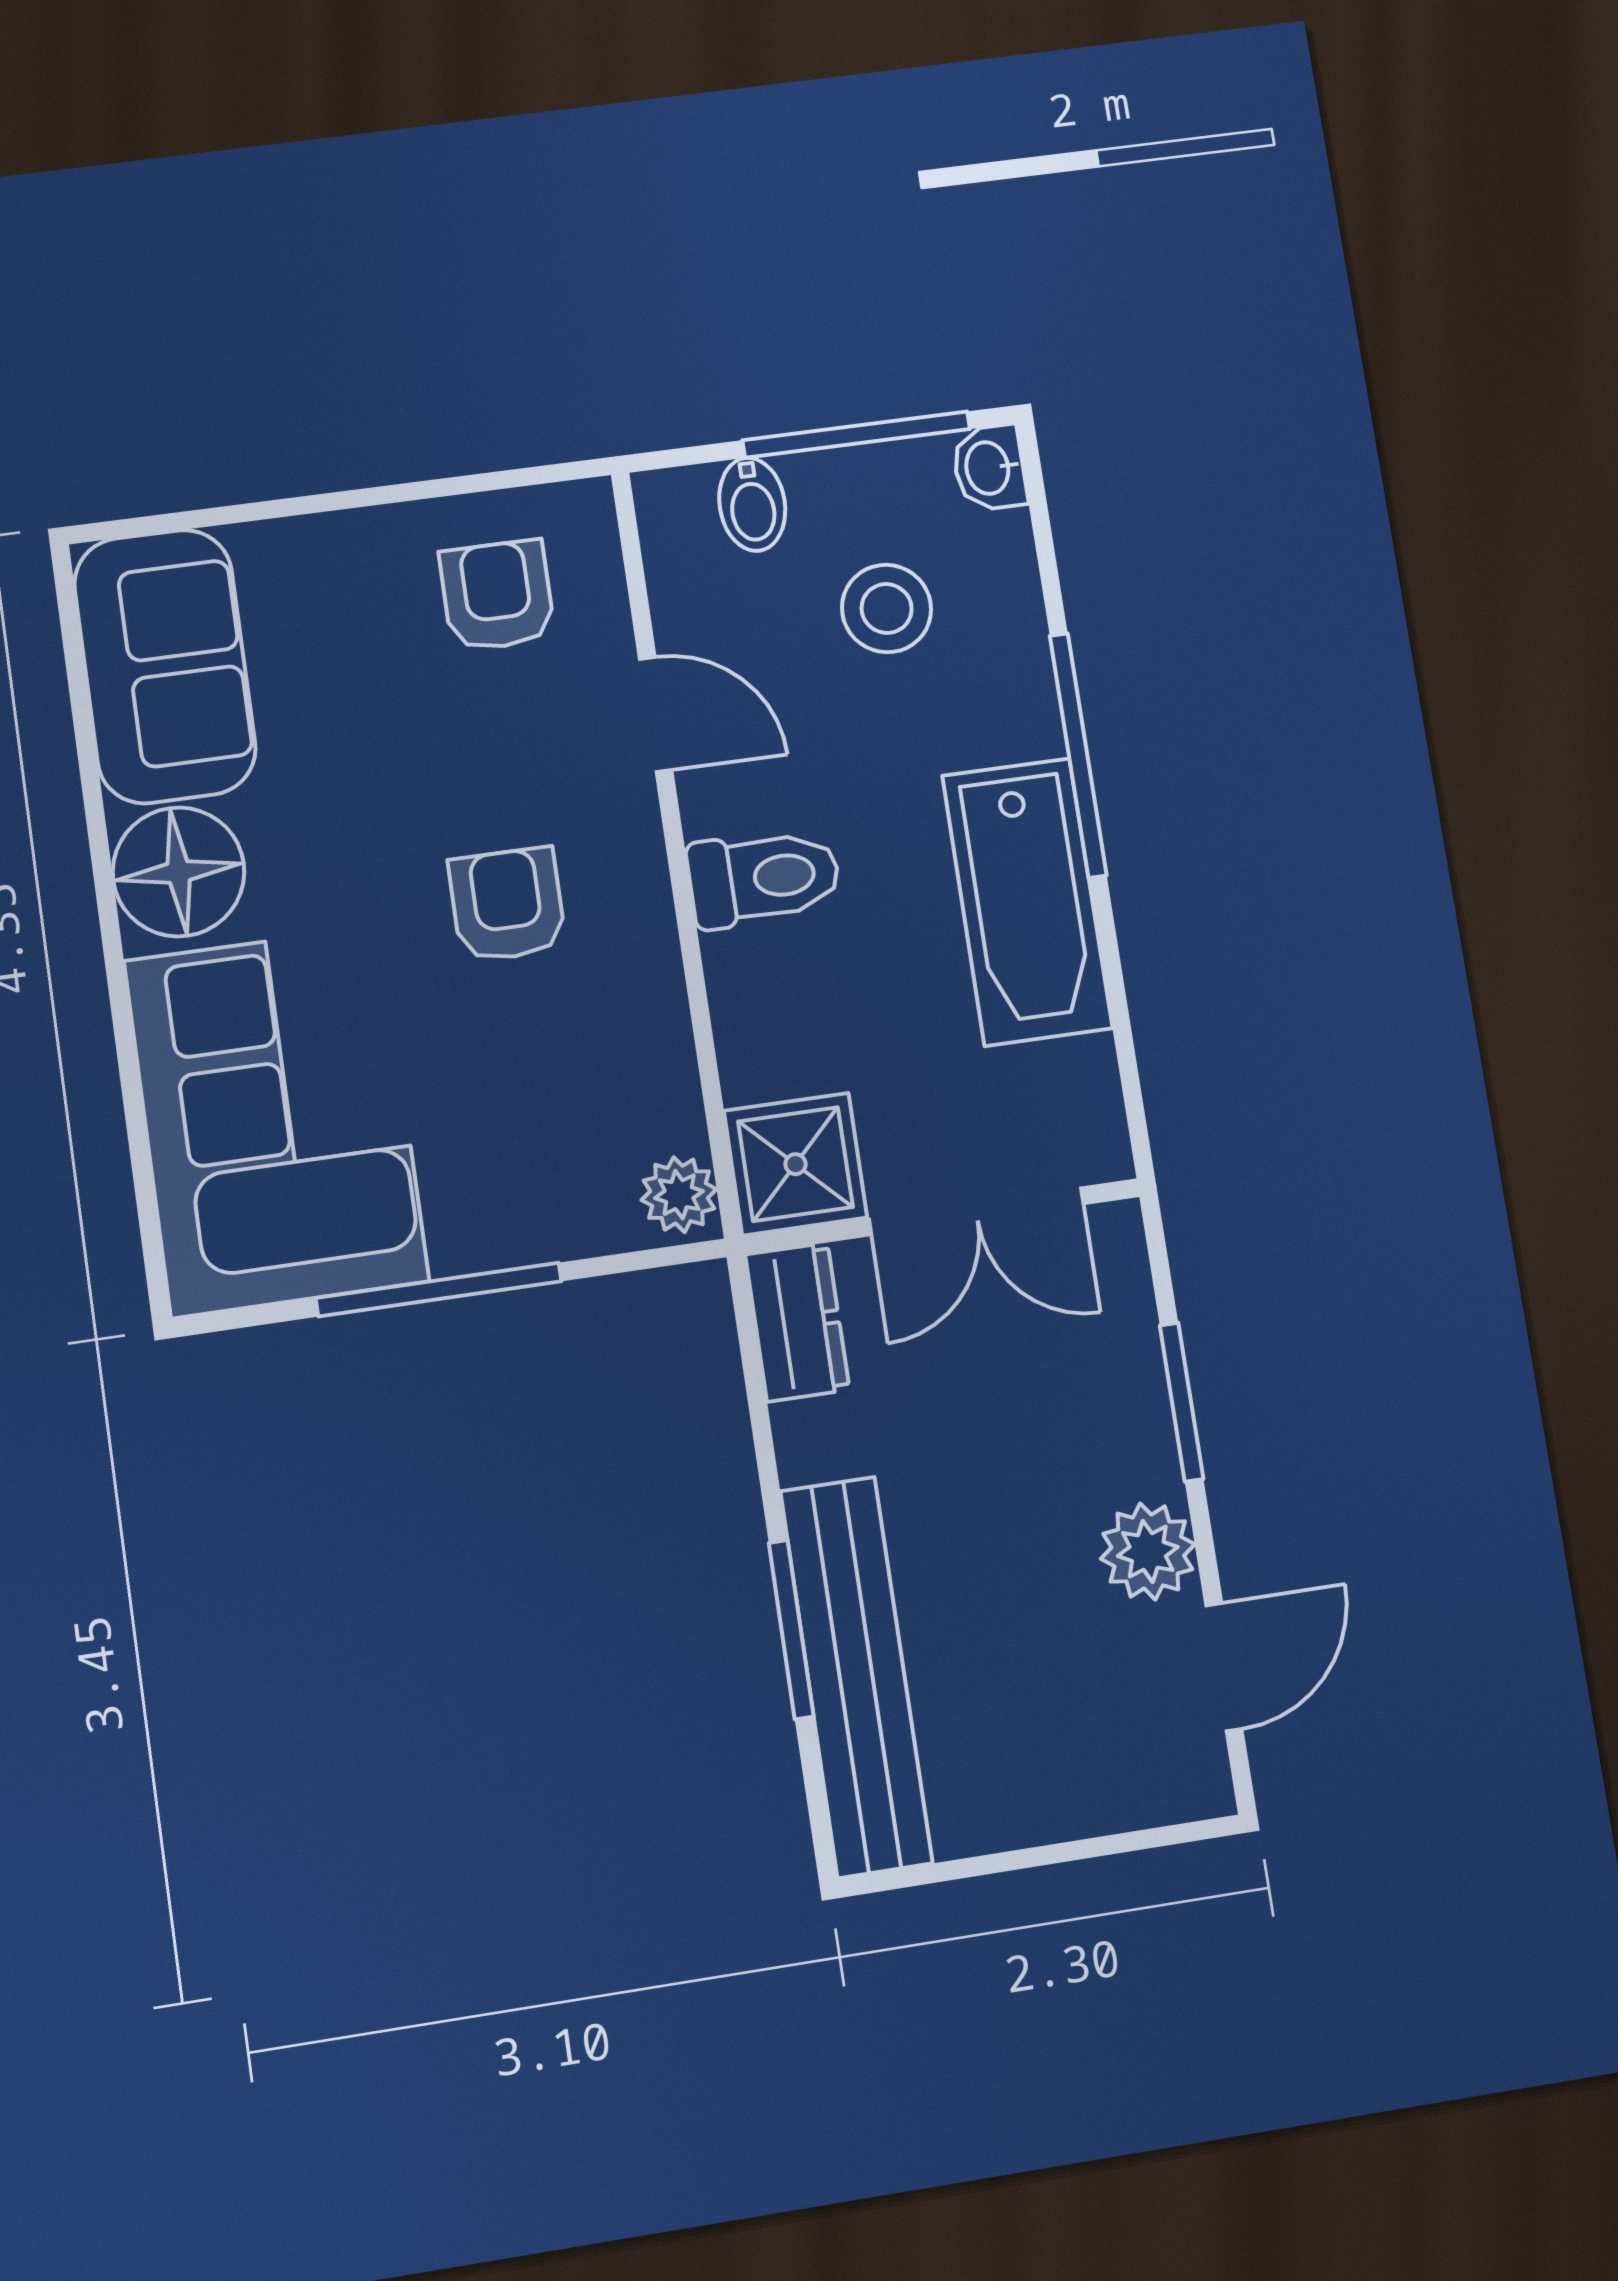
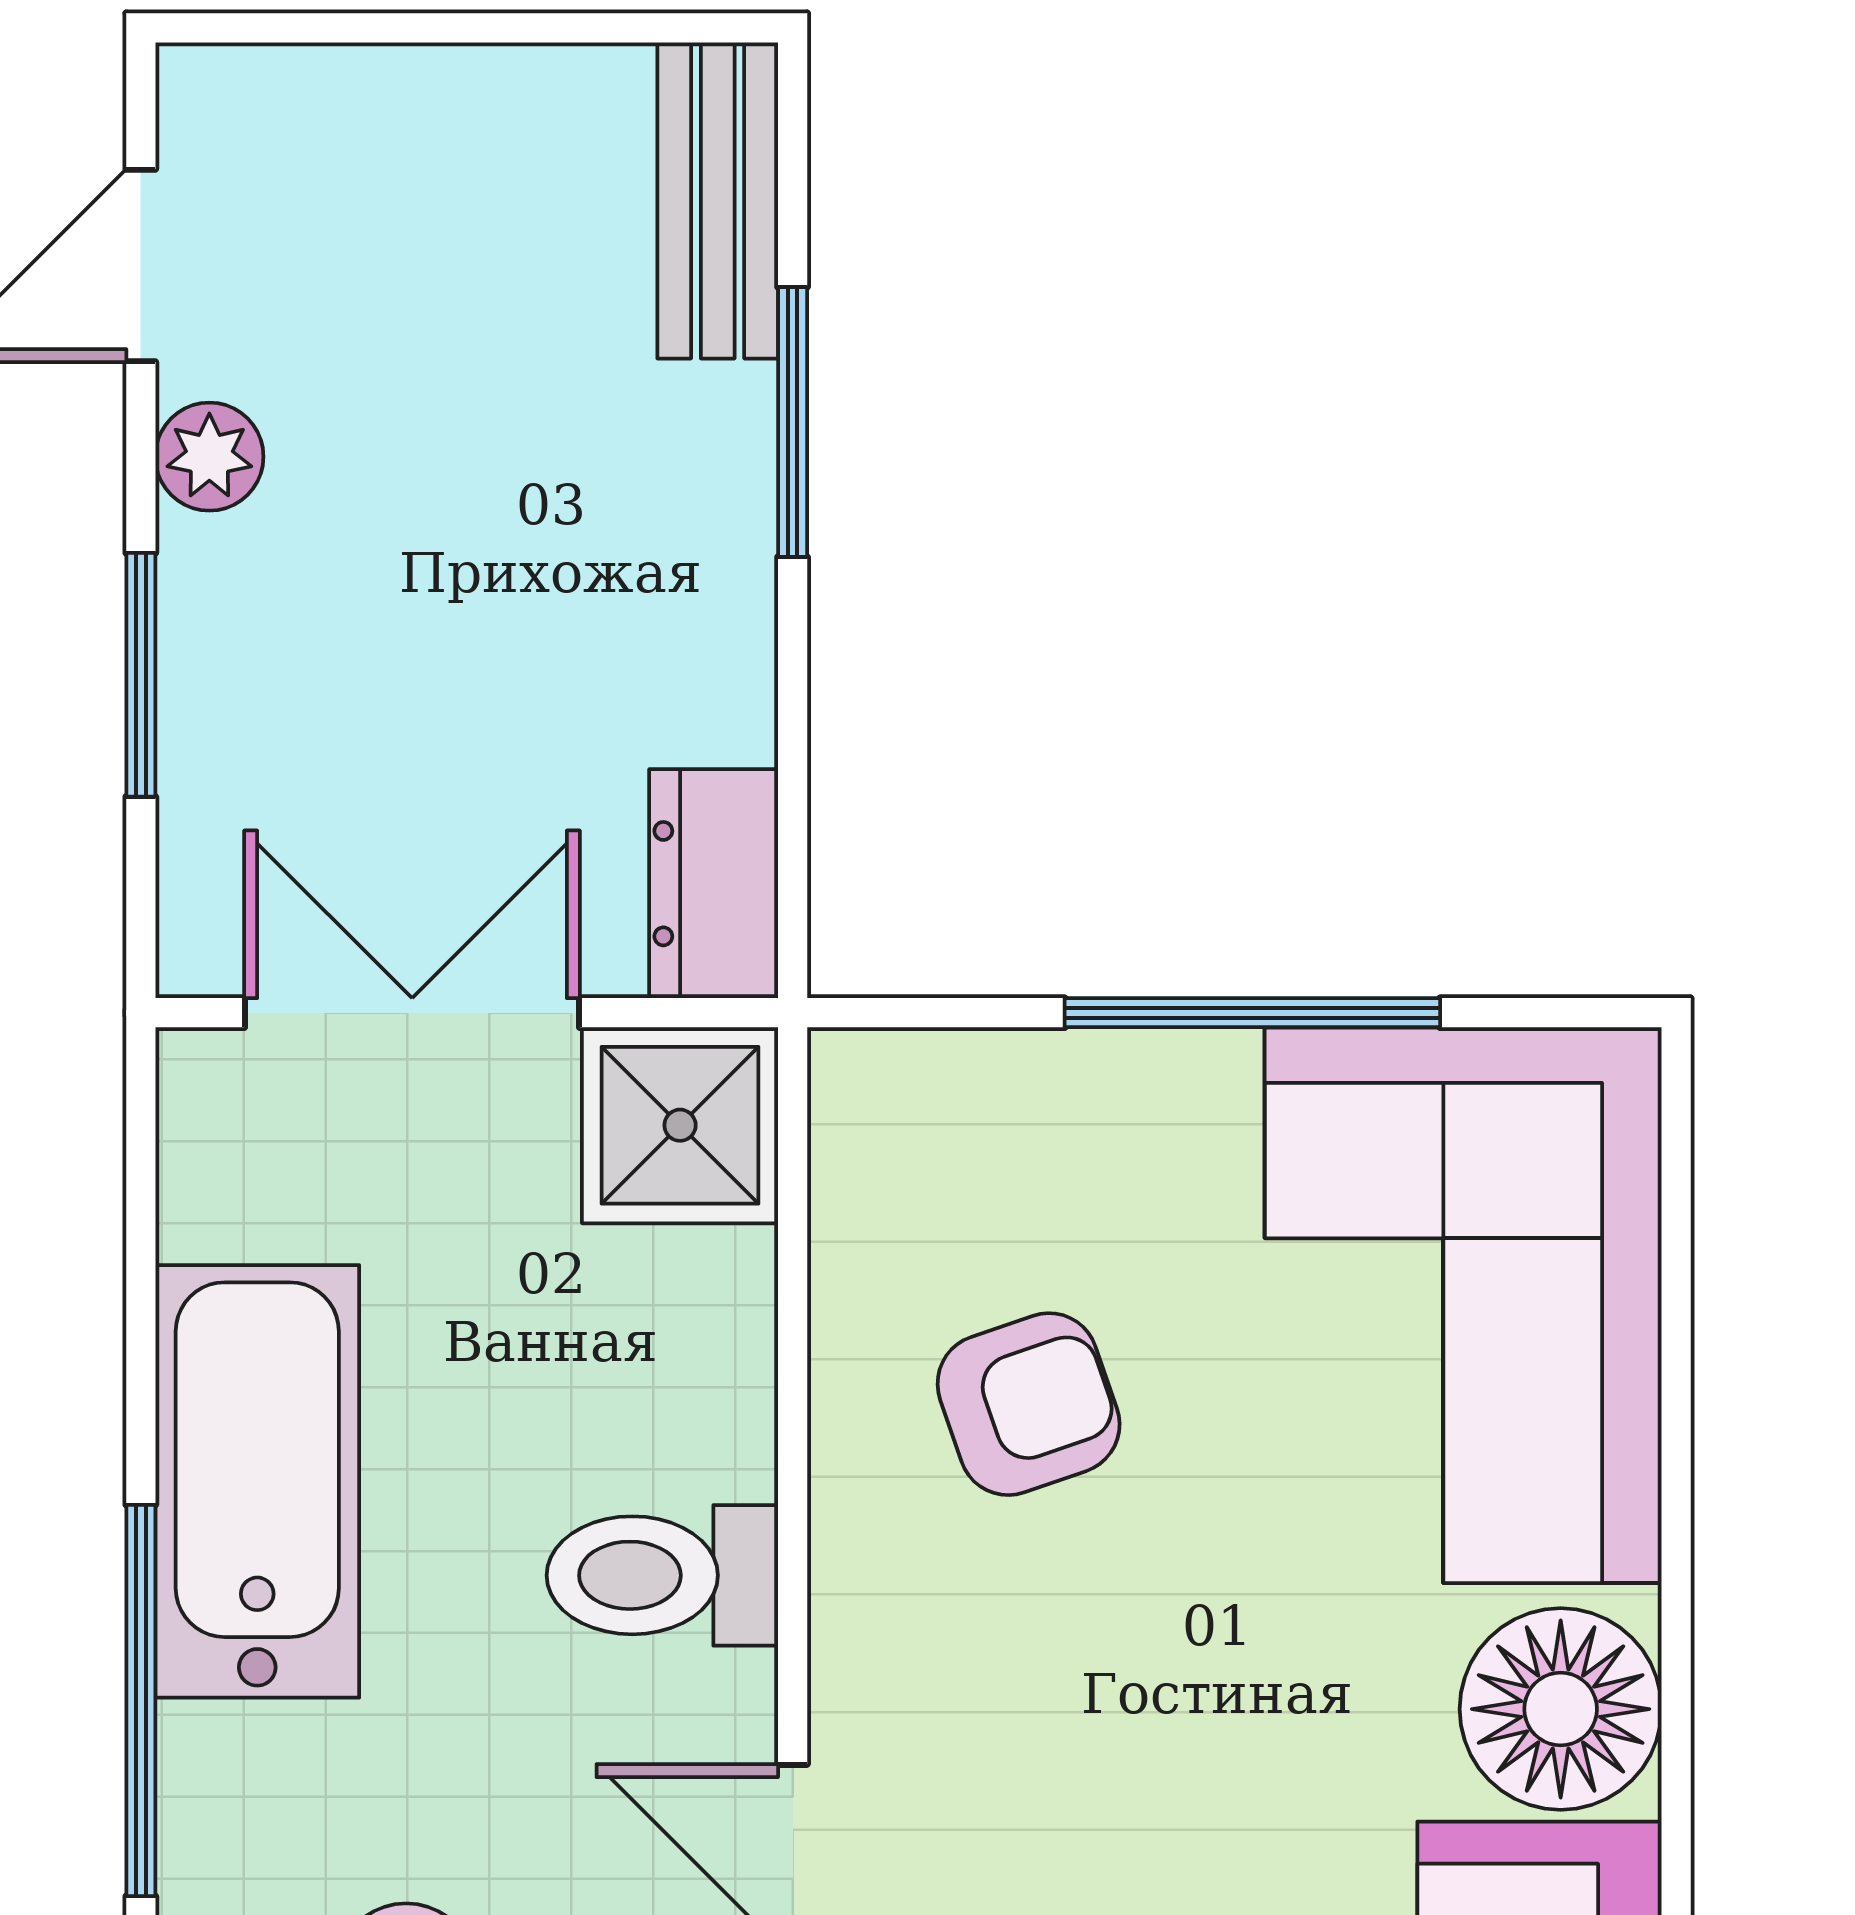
armchair: (507, 905) -> (1029, 1404), moved, turned -109
plant: (679, 1195) -> (866, 1104), removed
plant: (1148, 1551) -> (209, 457), width x0.73, depth x0.73
bench: (856, 1676) -> (718, 200), width x0.54, depth x0.82

